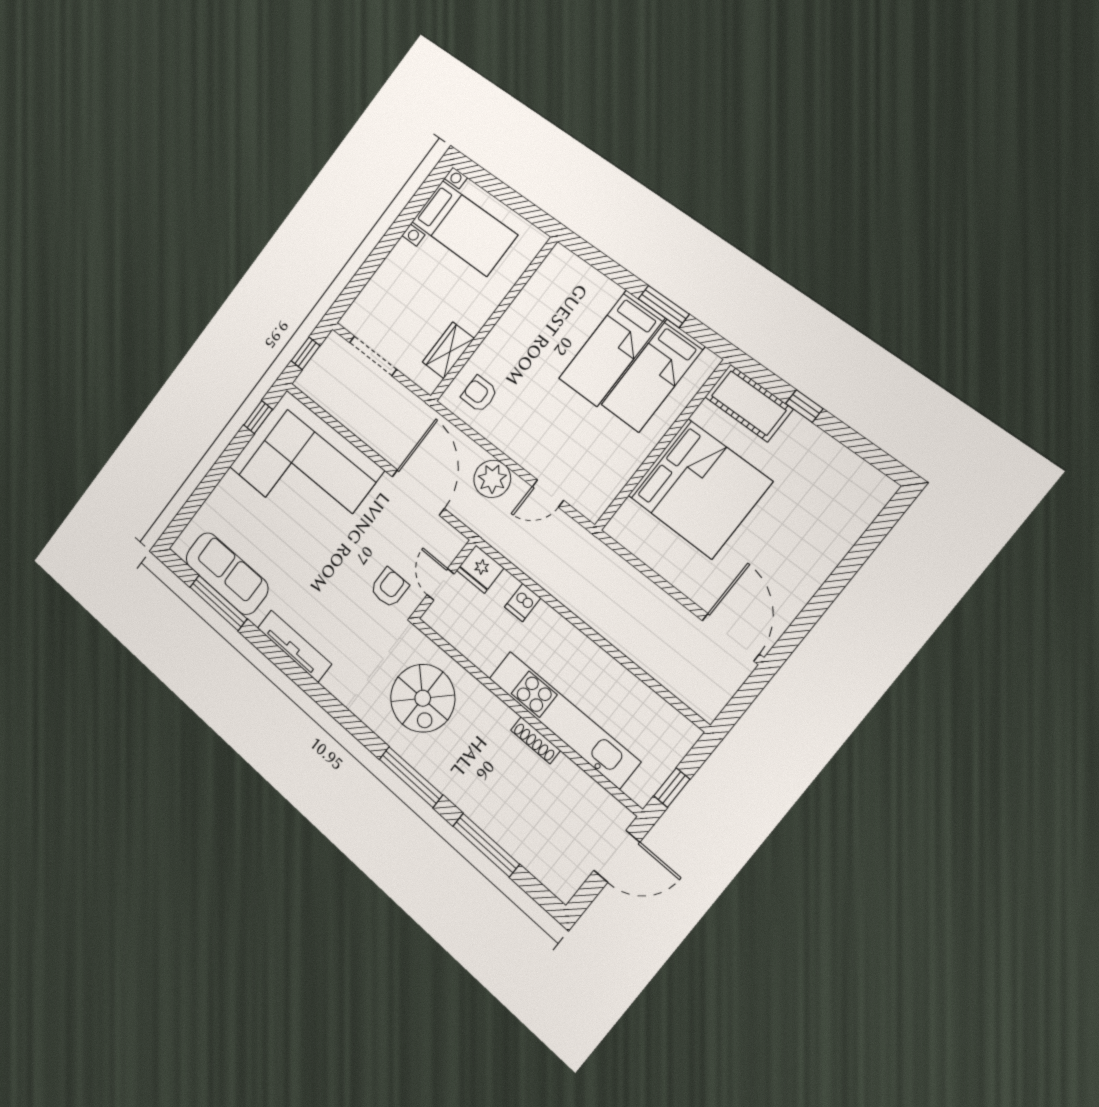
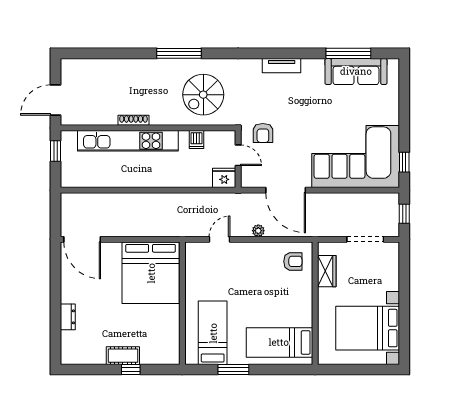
bed with nightstands: (464, 228) -> (368, 328), width x1.36
bed: (612, 348) -> (279, 342), moved, turned -90
cot: (749, 403) -> (123, 356), moved, width x0.73, depth x0.75
plant: (492, 479) -> (258, 231), width x0.53, depth x0.53
bed: (700, 488) -> (151, 273), moved, turned -90
dresser: (837, 546) -> (68, 317), added
dishwasher: (523, 603) -> (196, 140), moved, turned 180
tv unit: (294, 646) -> (282, 66), width x0.71
spiral stairs: (423, 698) -> (203, 95), turned -90
window: (486, 845) -> (118, 53), removed

